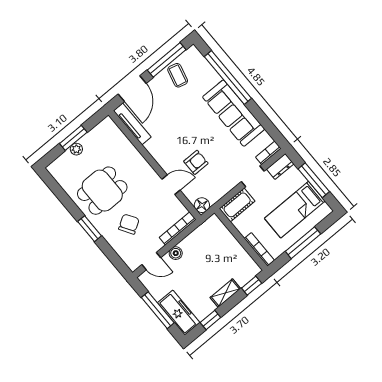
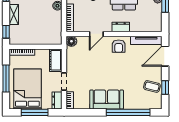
window: (167, 60) -> (165, 87), width x0.46
door: (132, 89) -> (165, 56), hinge flipped
sofa: (234, 113) -> (107, 100), width x0.73
armchair: (196, 162) -> (119, 46), moved
dresser: (141, 164) -> (121, 27), added
bed: (295, 210) -> (27, 89), width x1.50

